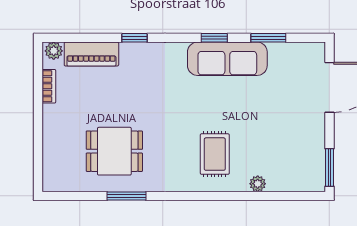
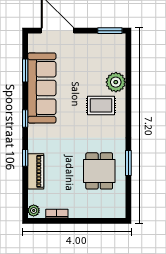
window: (214, 38) -> (25, 119), moved
piano: (91, 54) -> (36, 171), moved
sofa: (227, 59) -> (42, 88), width x1.36, depth x1.27
plant: (258, 184) -> (116, 82), width x1.87, depth x1.87

